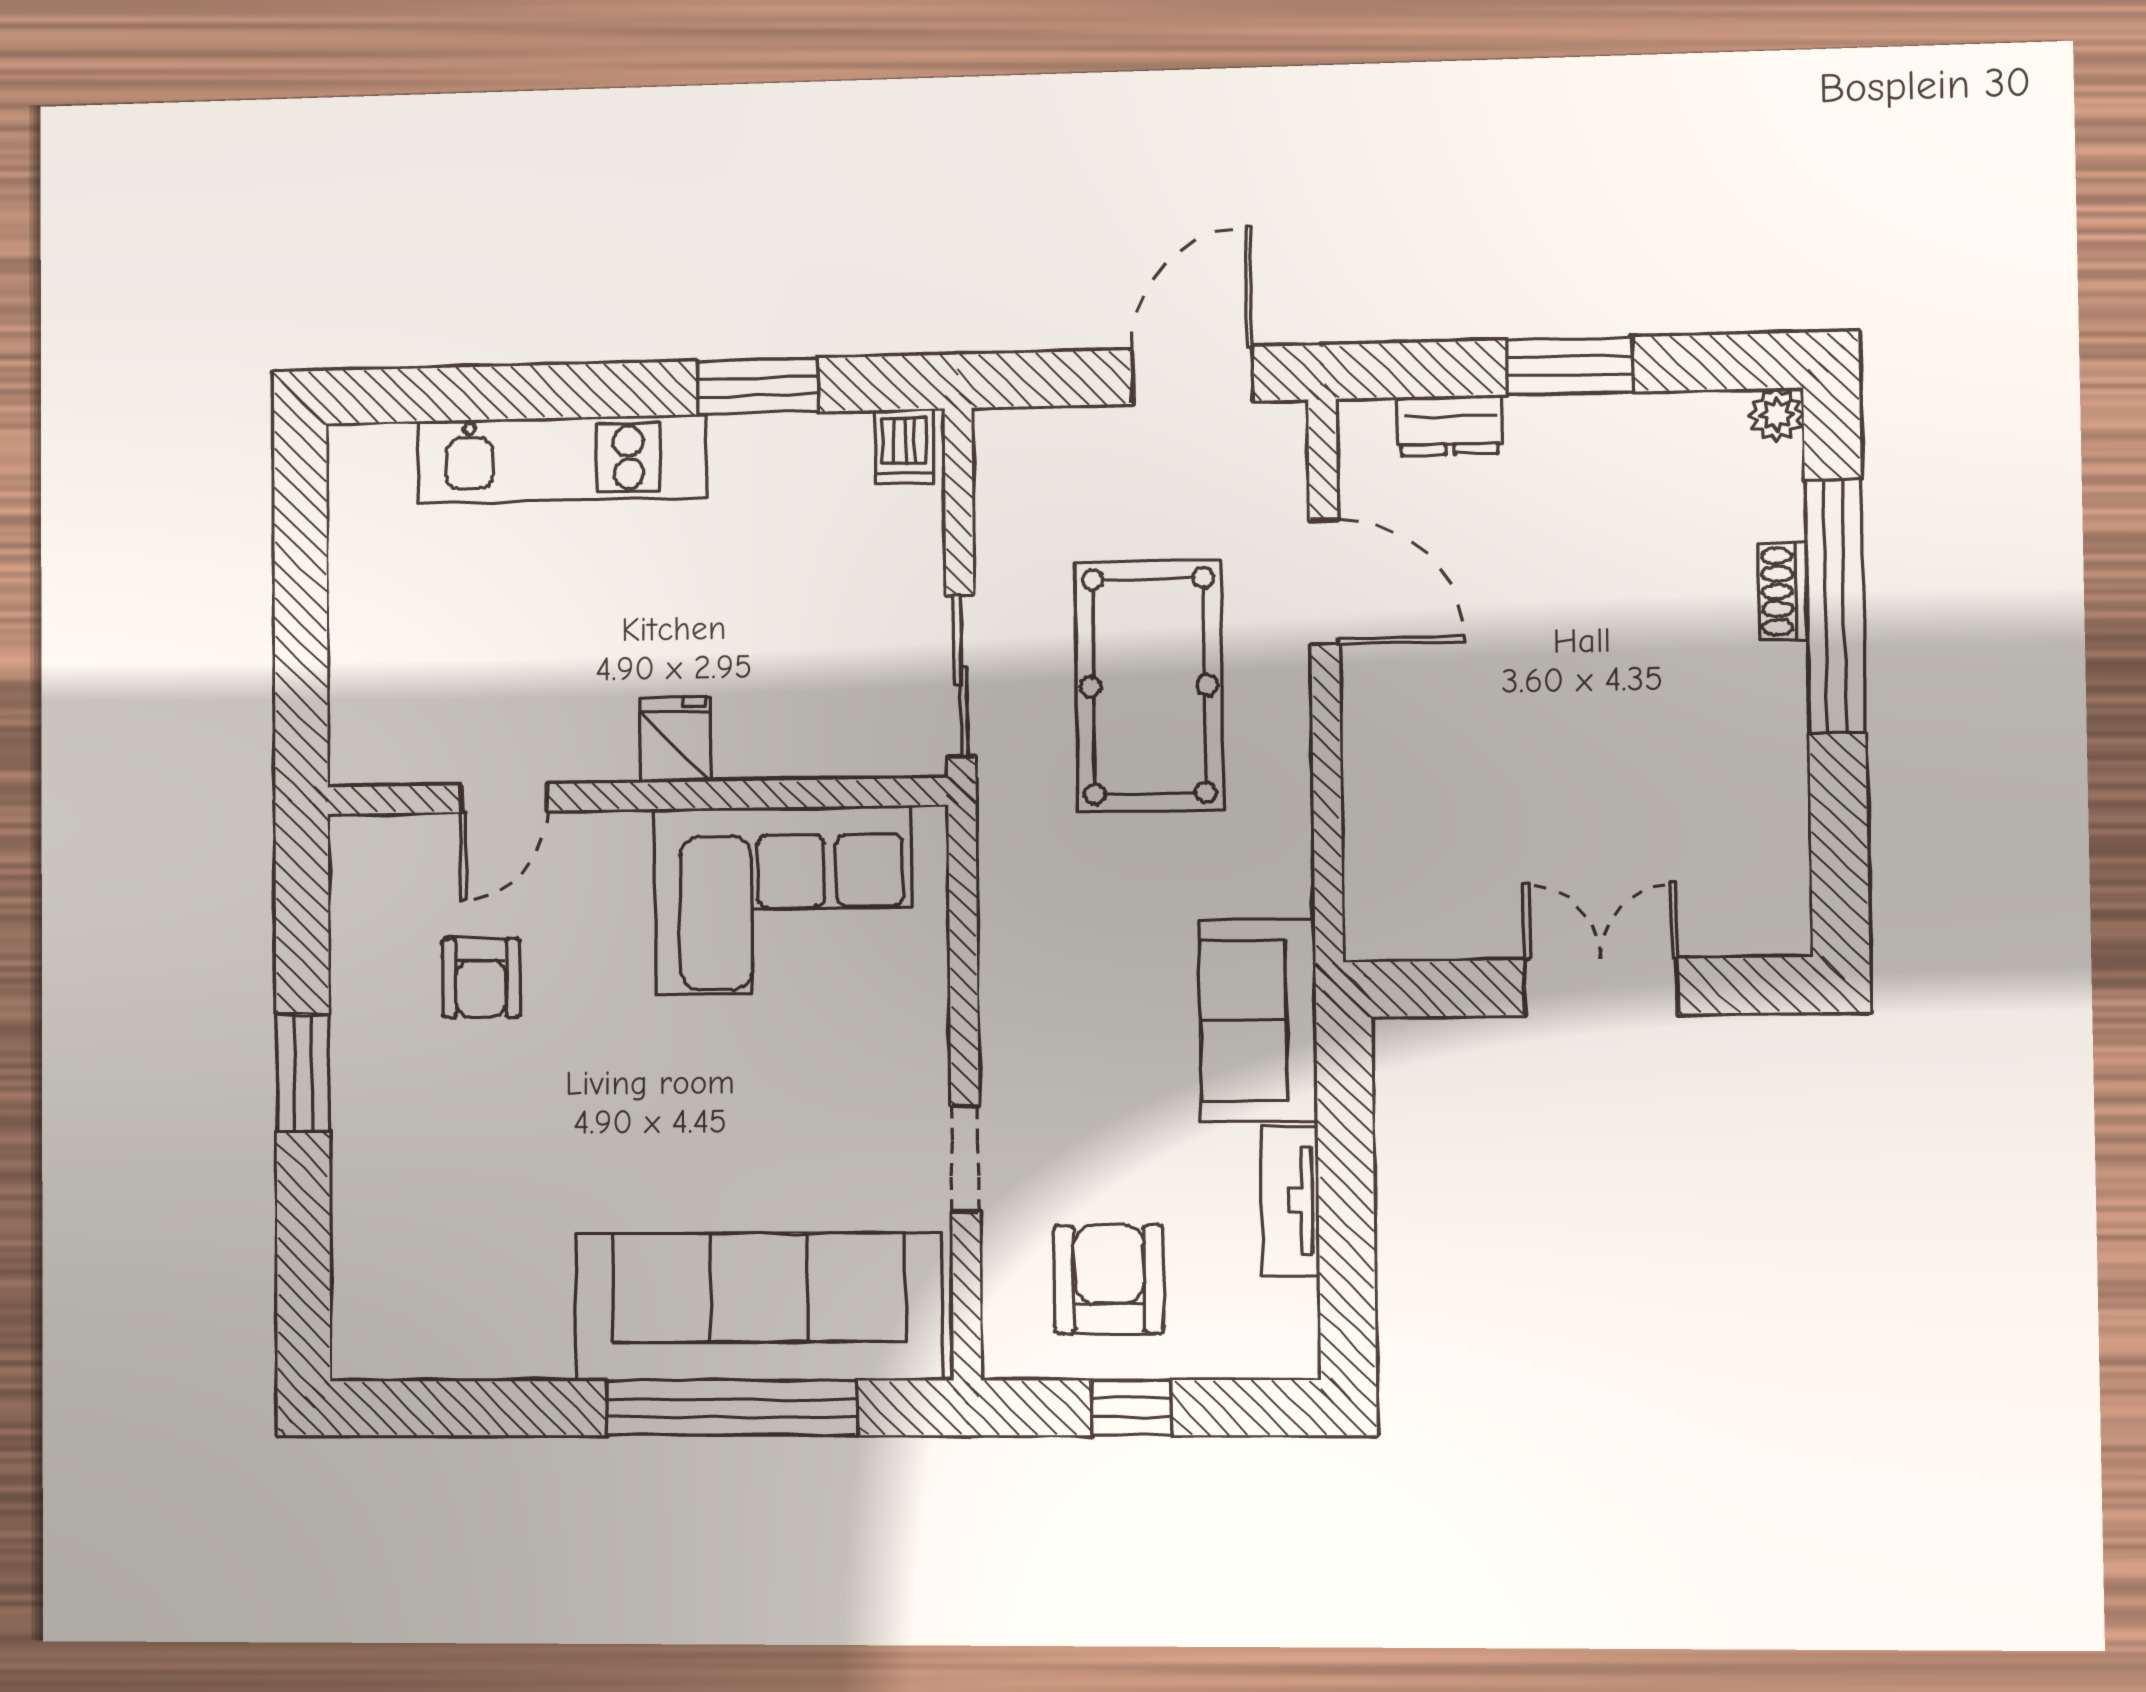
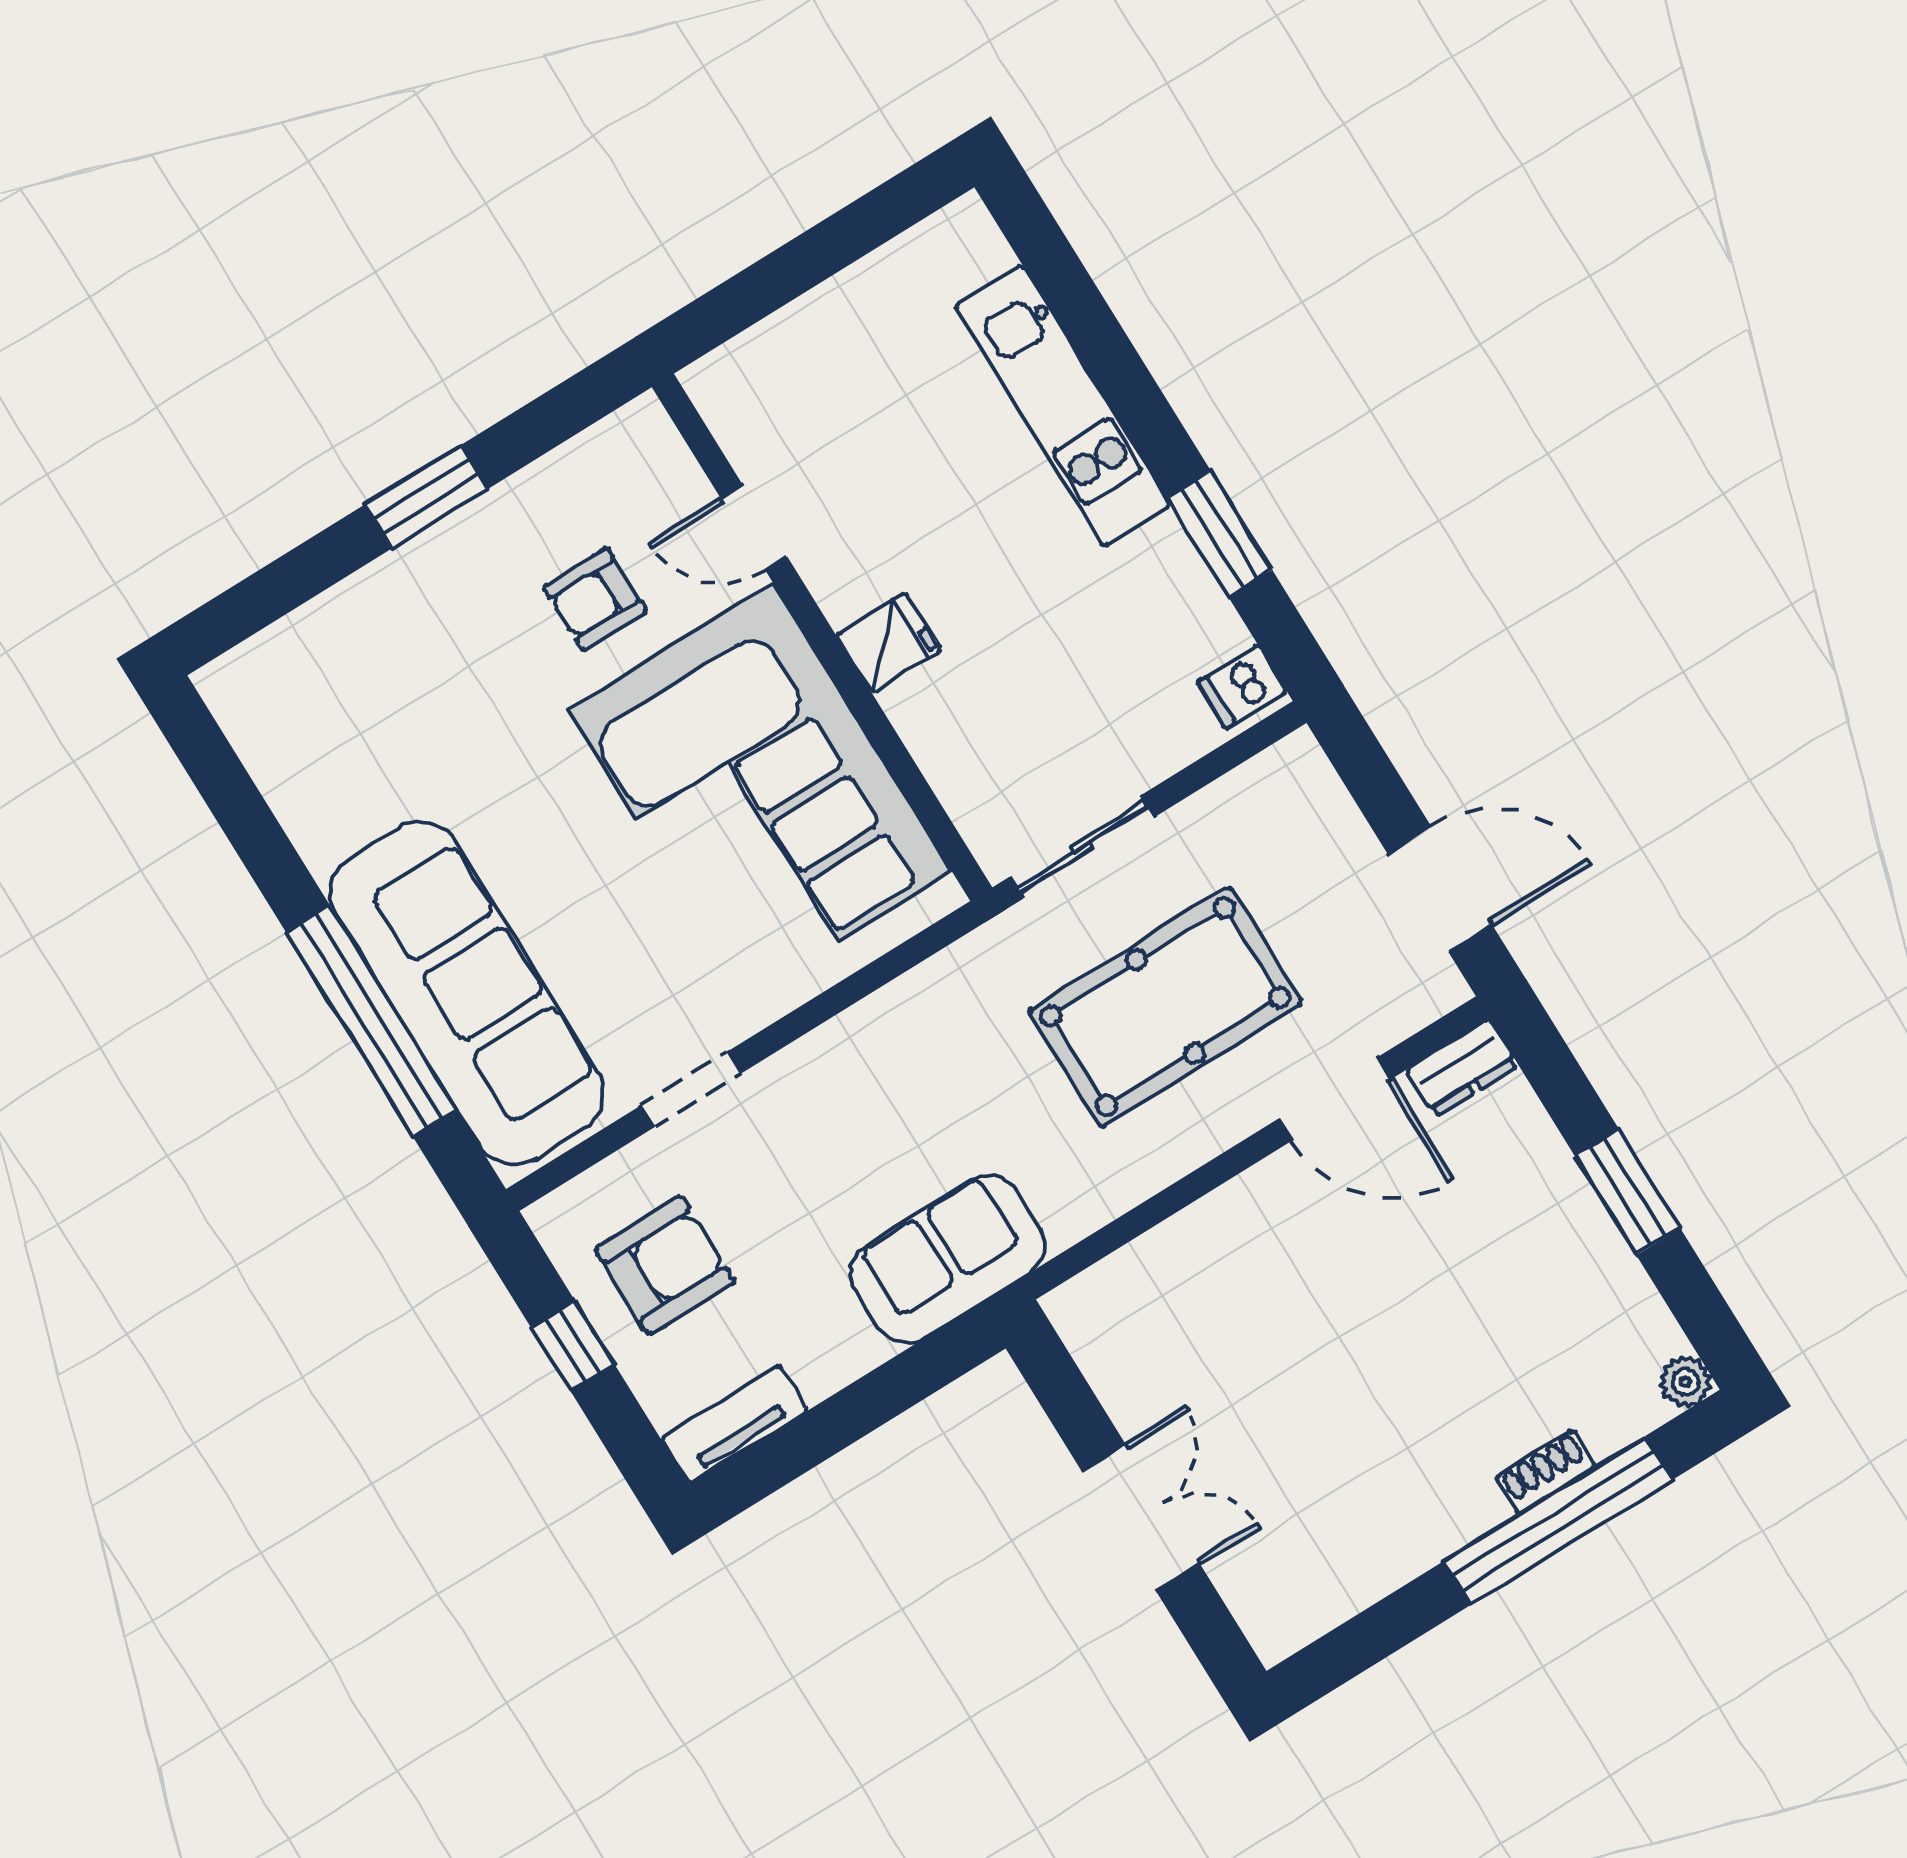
dresser: (1449, 425) -> (1462, 1068), moved, turned -90
door: (1324, 582) -> (1335, 1099), hinge flipped
corner sofa: (783, 900) -> (760, 790), width x1.36, depth x1.36
tv unit: (1290, 1200) -> (734, 1425), moved

